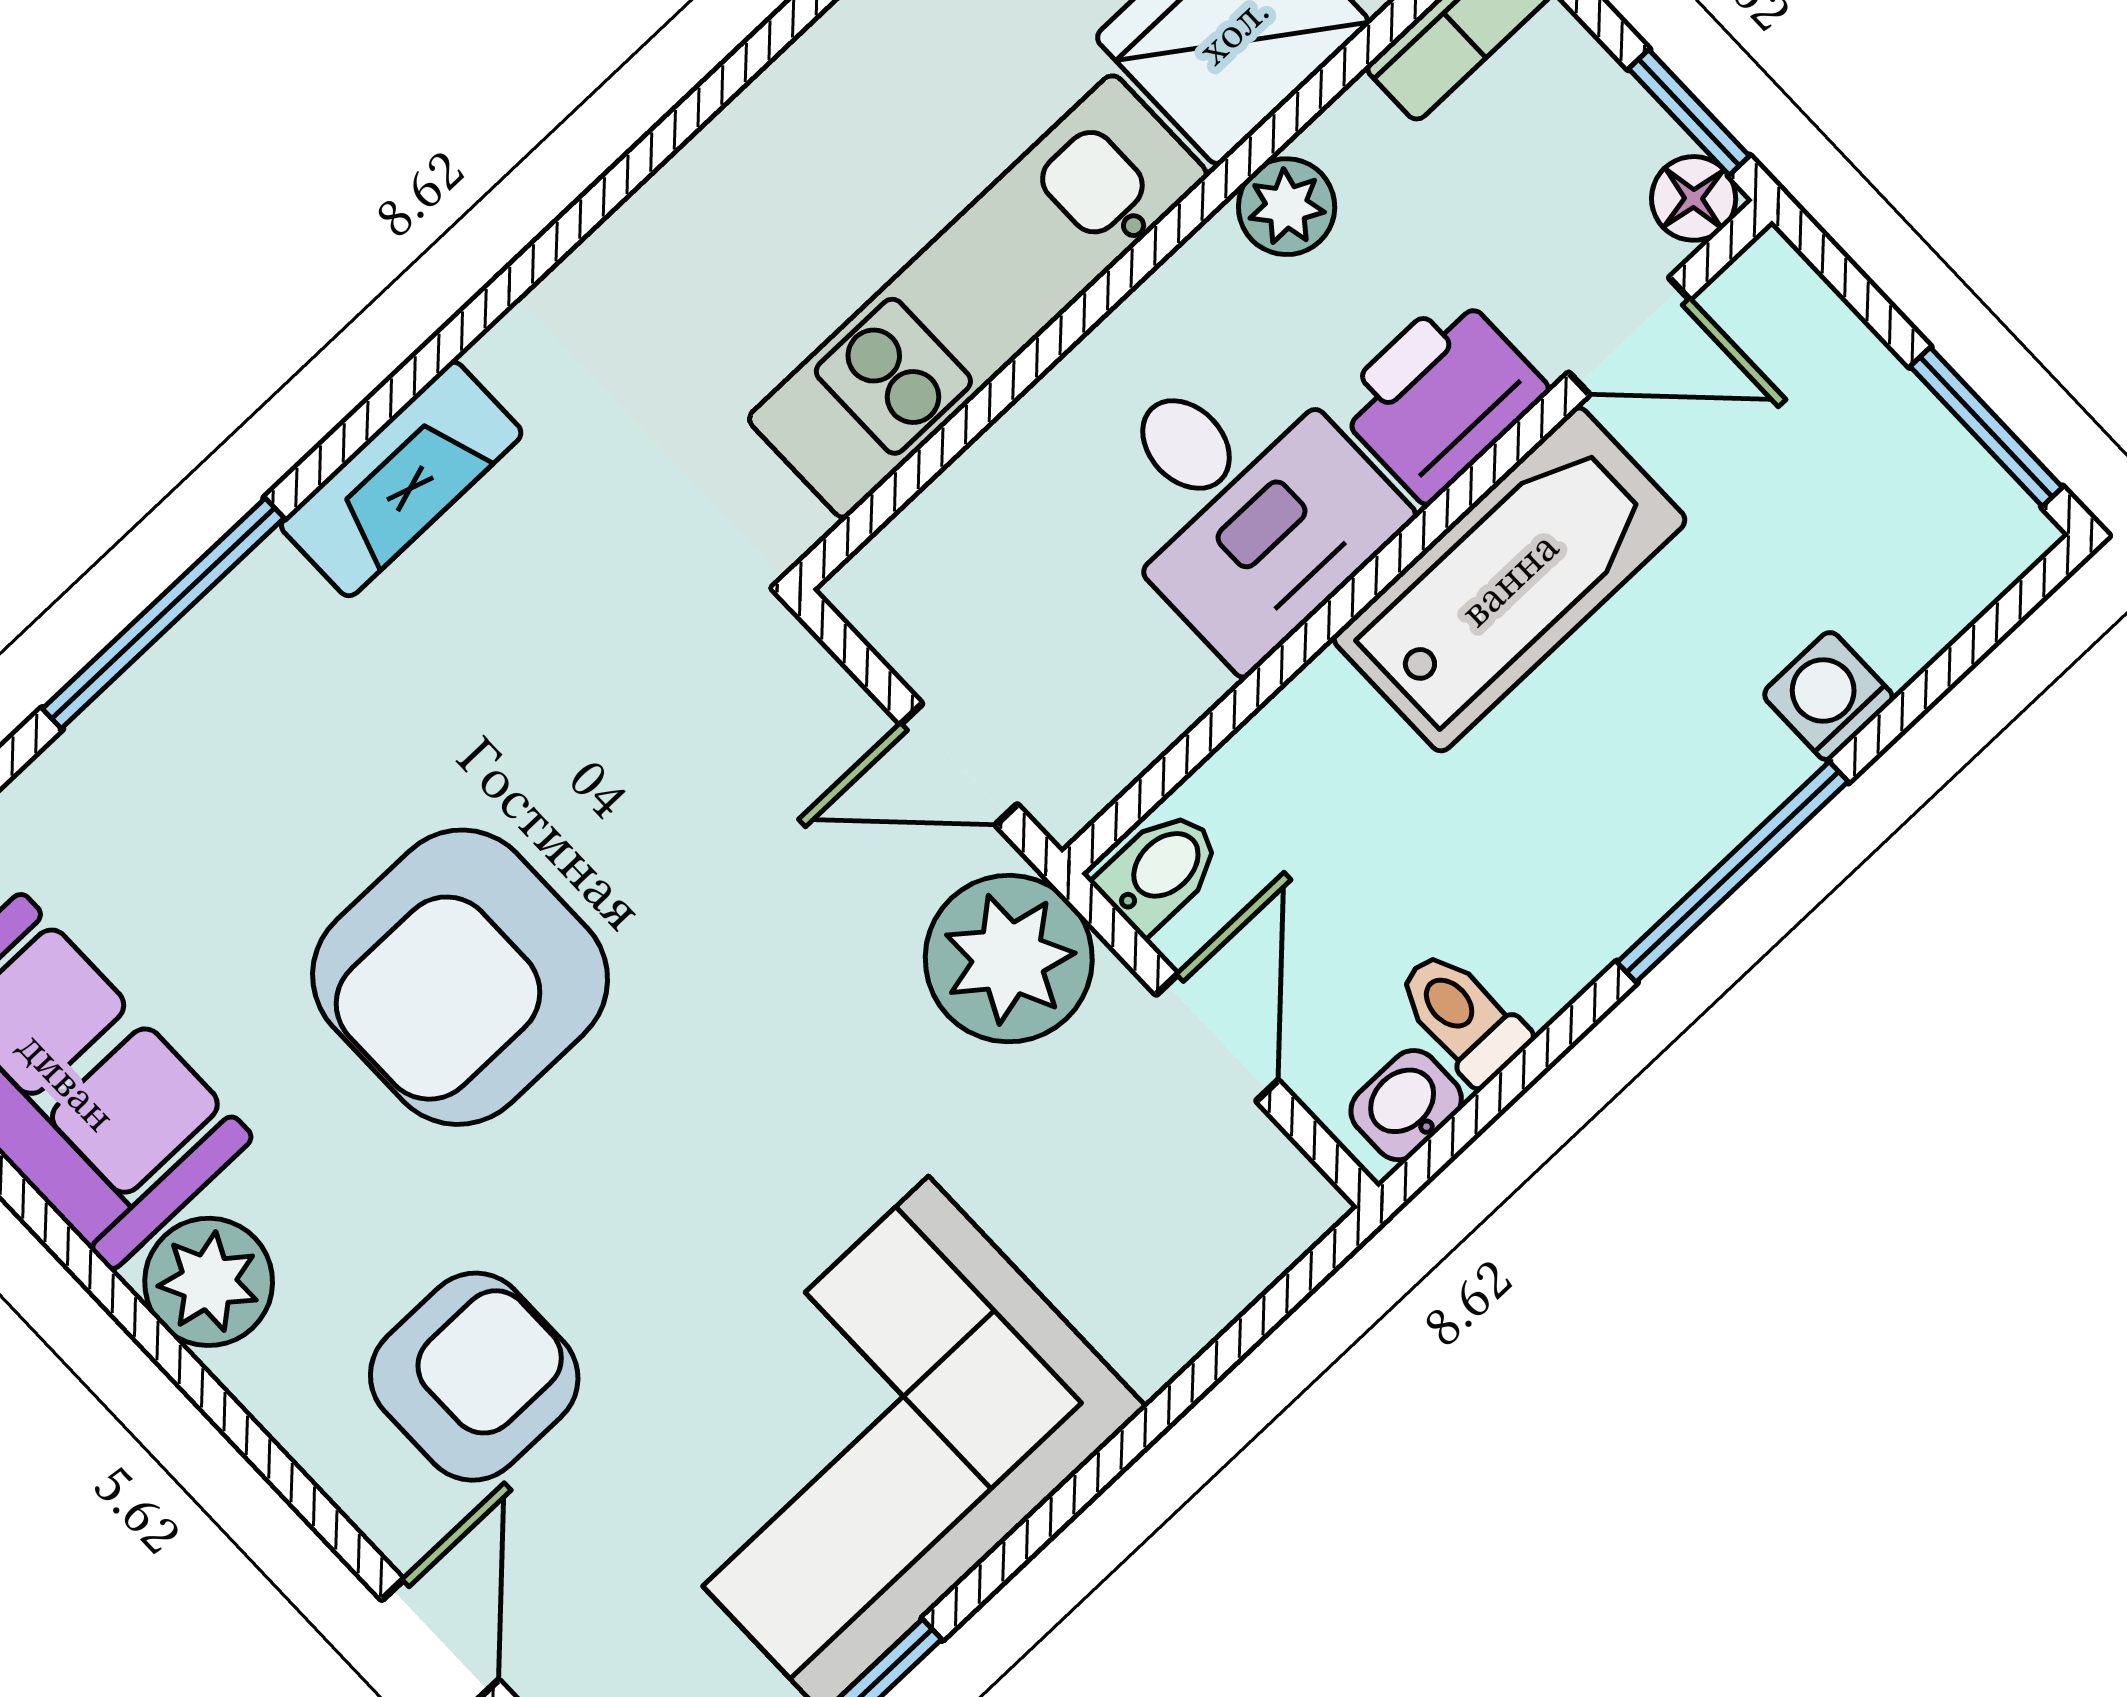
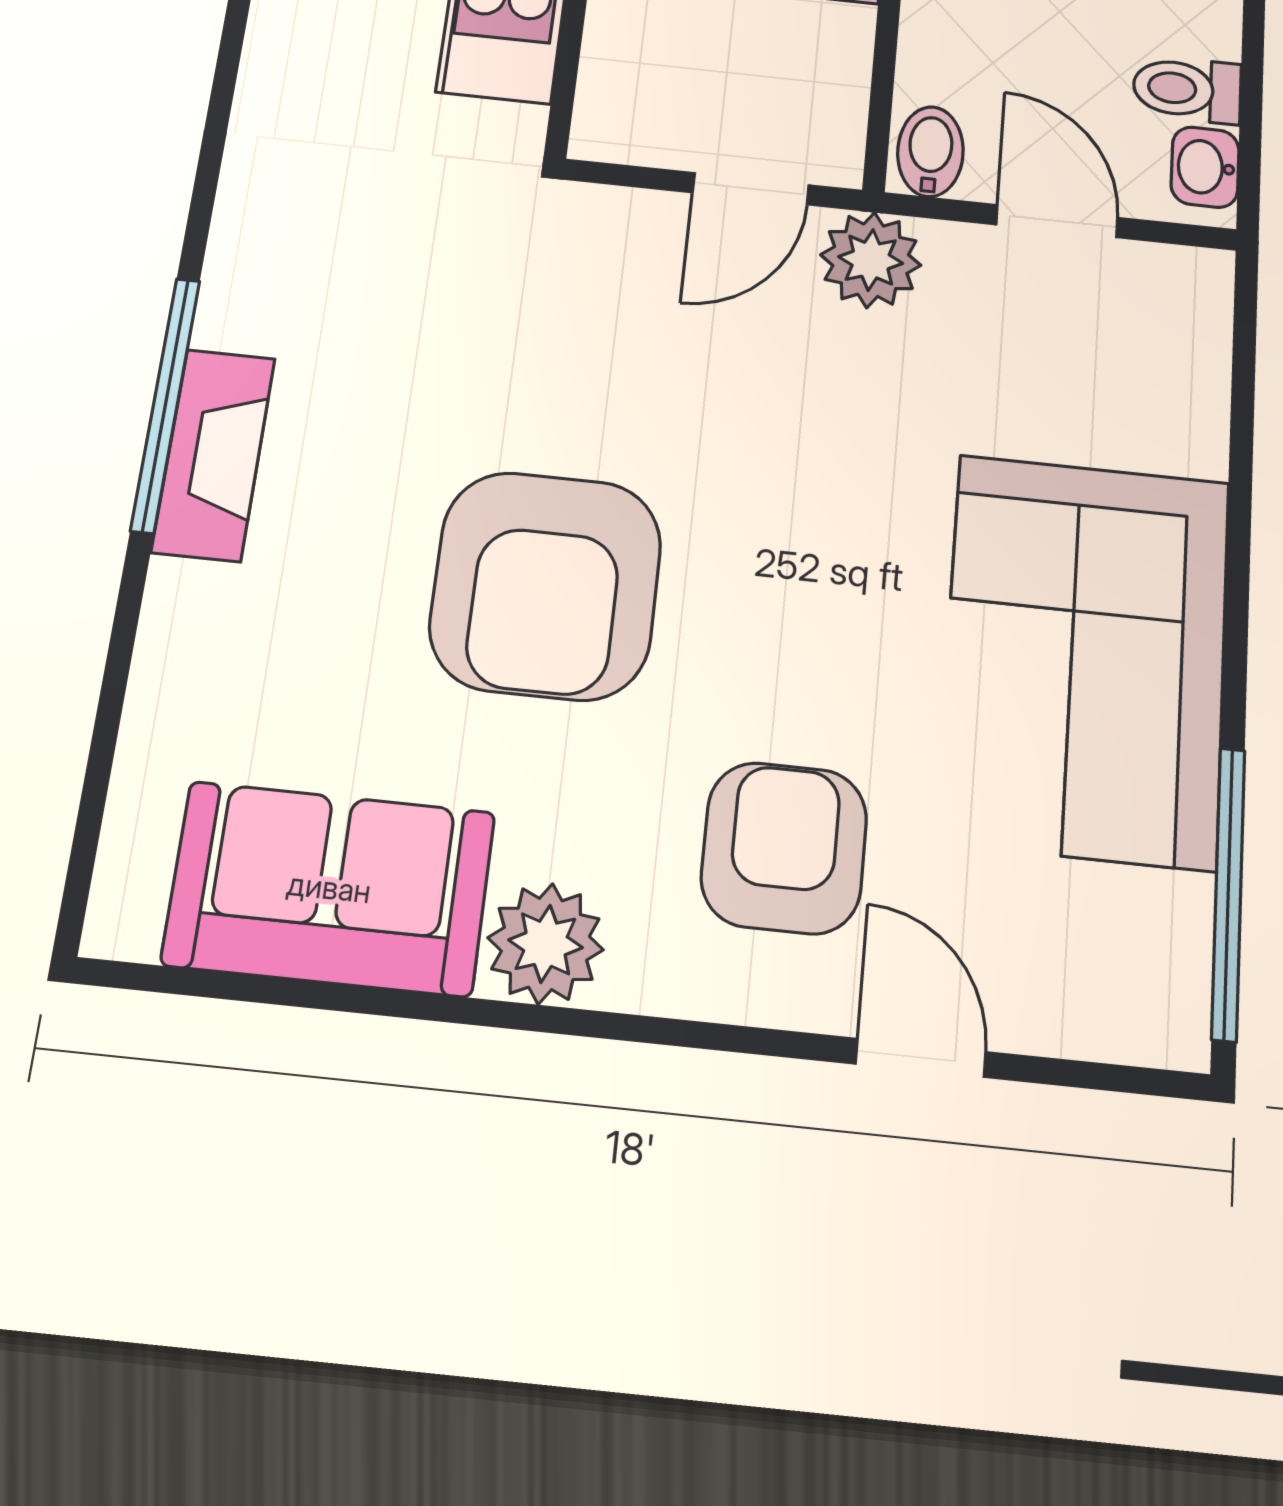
fireplace: (401, 479) -> (214, 455), moved
window: (163, 613) -> (165, 404), moved
plant: (1009, 959) -> (871, 260), width x0.73, depth x0.73

